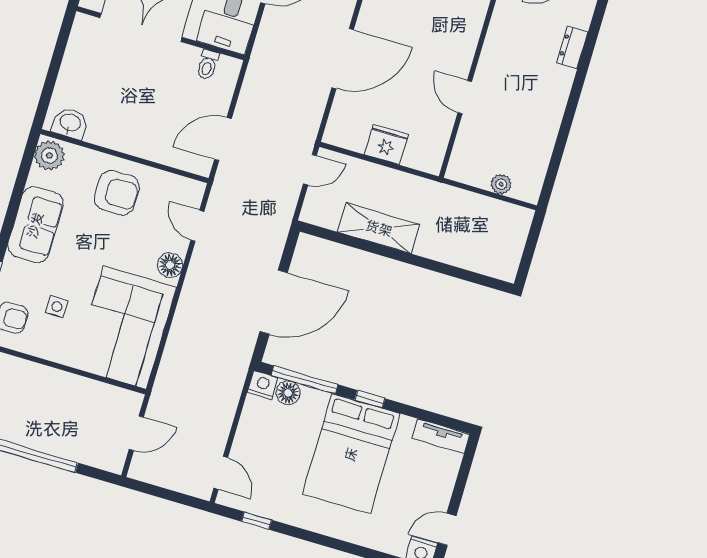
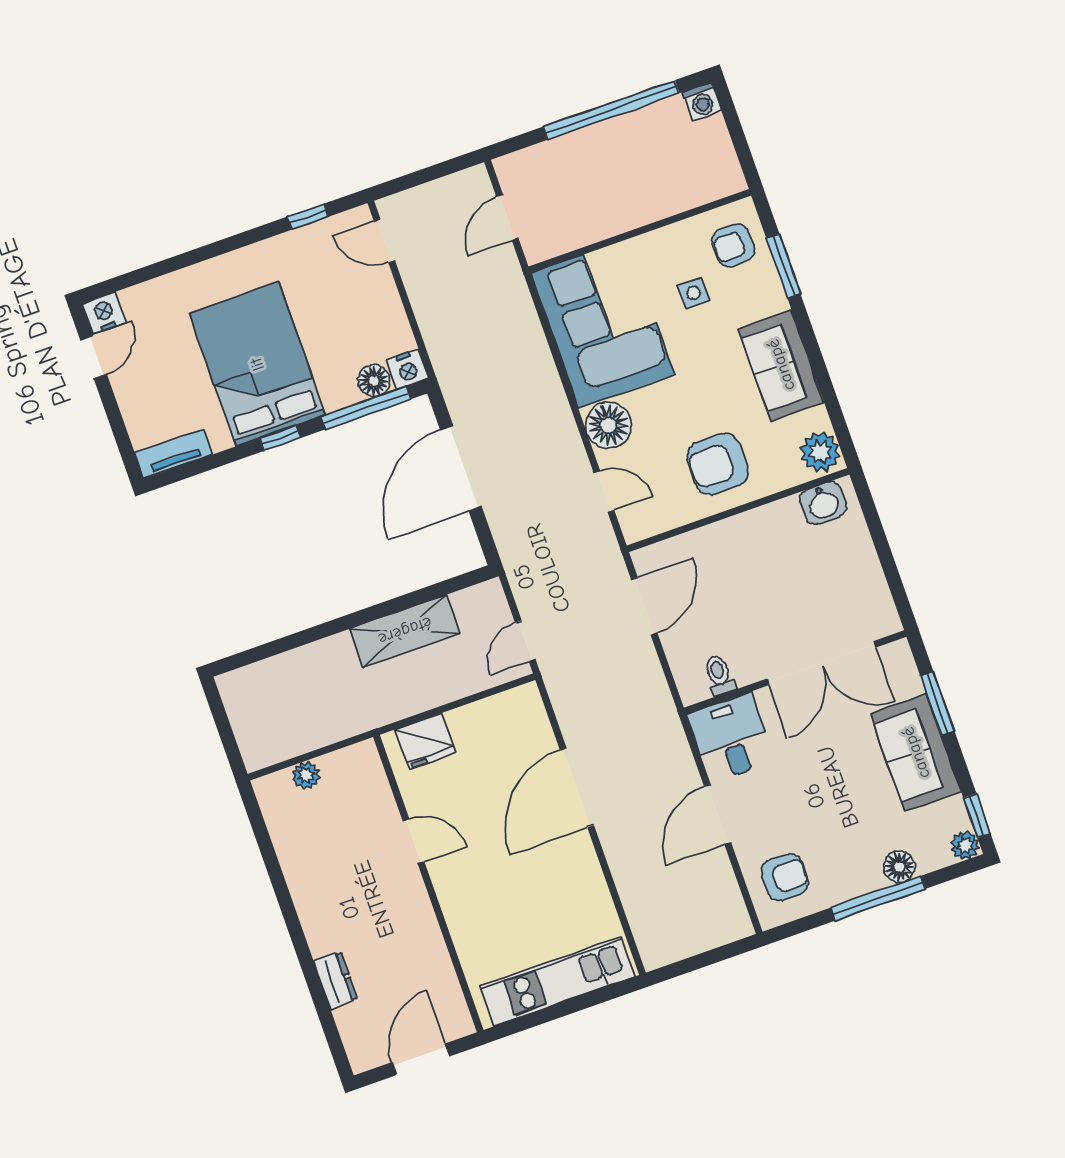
fridge: (386, 144) -> (426, 741), moved
floor lamp: (170, 265) -> (609, 425), width x1.38, depth x1.38

